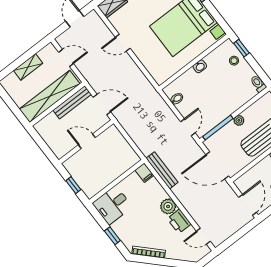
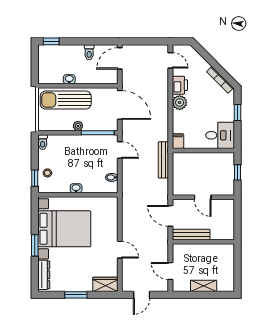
shelving: (50, 96) -> (205, 252), removed
door: (188, 127) -> (120, 150), swing flipped
bench: (162, 170) -> (163, 160), moved

